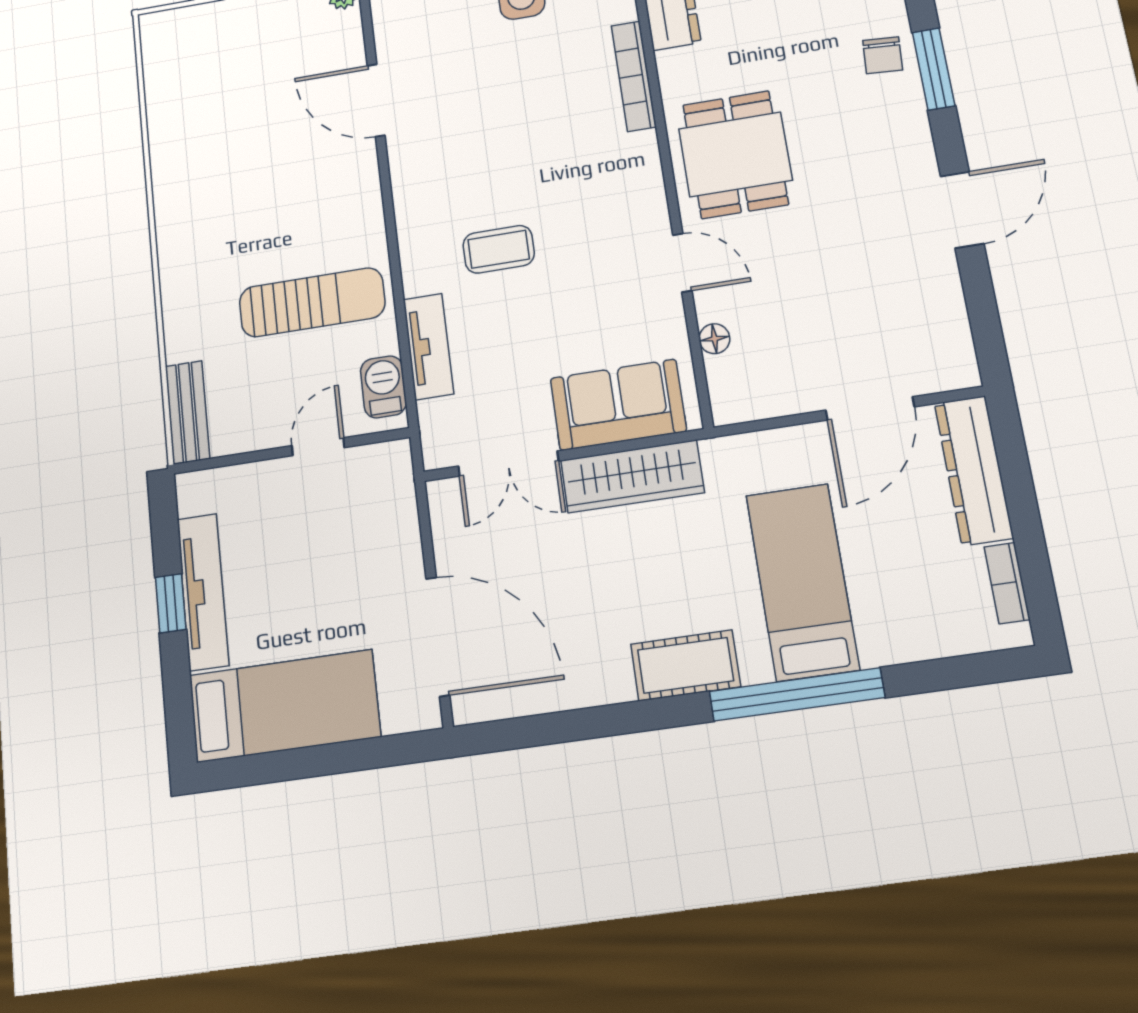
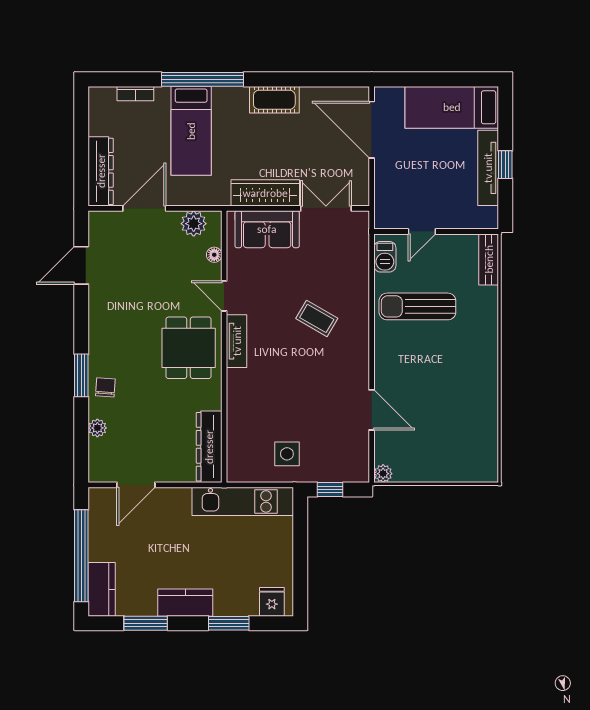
bookcase: (634, 76) -> (234, 399), removed
door: (962, 210) -> (81, 265), moved
coffee table: (499, 249) -> (317, 318), turned 30
tv unit: (428, 347) -> (237, 341), moved, turned 180
plant: (765, 393) -> (194, 224), added
bookcase: (1007, 583) -> (135, 94), moved, turned 90
cot: (686, 665) -> (274, 100), moved

